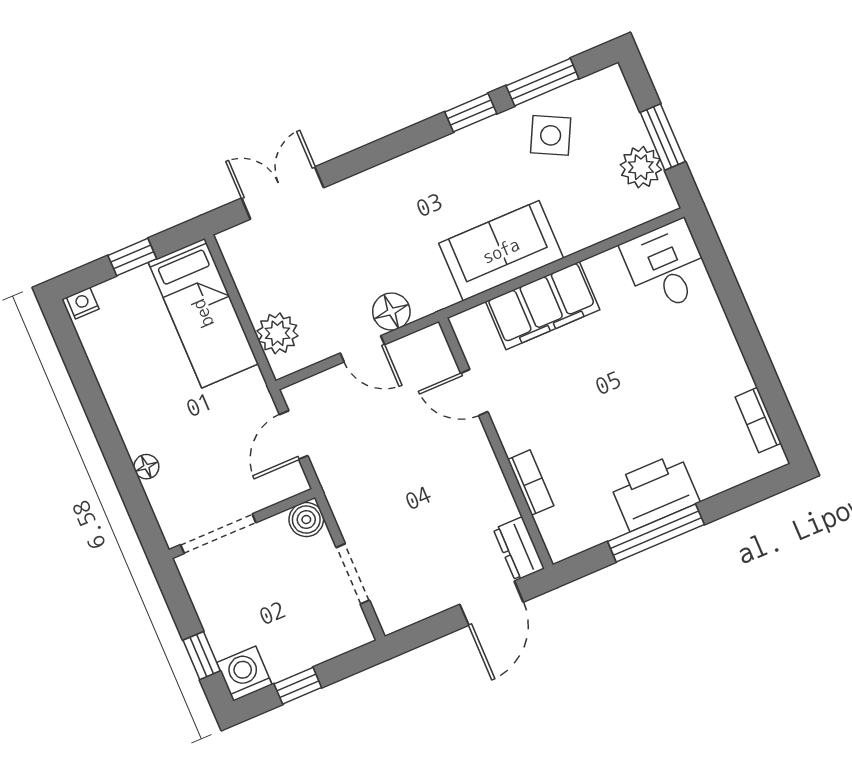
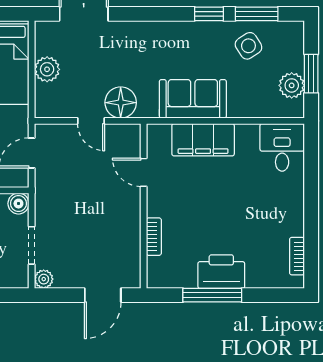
side table: (551, 135) -> (248, 46), turned 30
floor lamp: (391, 312) -> (121, 103), width x1.38, depth x1.38
plant: (277, 333) -> (47, 69), moved
dresser: (519, 549) -> (131, 271), removed
plant: (393, 617) -> (44, 279), added

